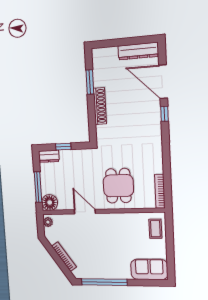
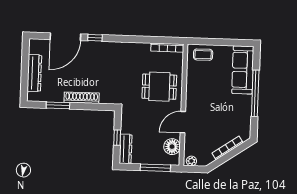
dresser: (138, 51) -> (34, 73), moved
dresser: (49, 156) -> (126, 149), width x1.44
floor lamp: (50, 202) -> (172, 147), moved
sofa: (149, 269) -> (243, 70), width x1.36
window: (104, 282) -> (255, 93), moved

